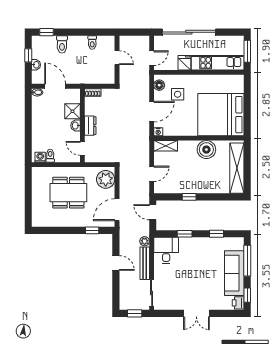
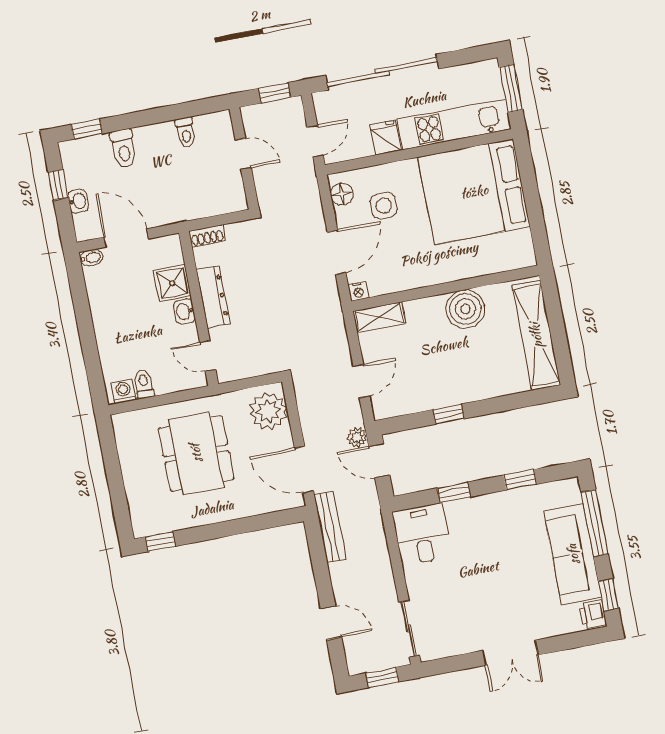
window: (137, 32) -> (275, 93), added
bed: (221, 115) -> (474, 192), moved
dresser: (90, 126) -> (213, 297), width x1.44
dining table: (68, 193) -> (196, 453), turned 90
door: (117, 210) -> (304, 470), hinge flipped
window: (92, 230) -> (160, 542), moved
plant: (145, 241) -> (357, 437), moved
door: (116, 263) -> (331, 623), moved
bench: (145, 263) -> (330, 527), moved

